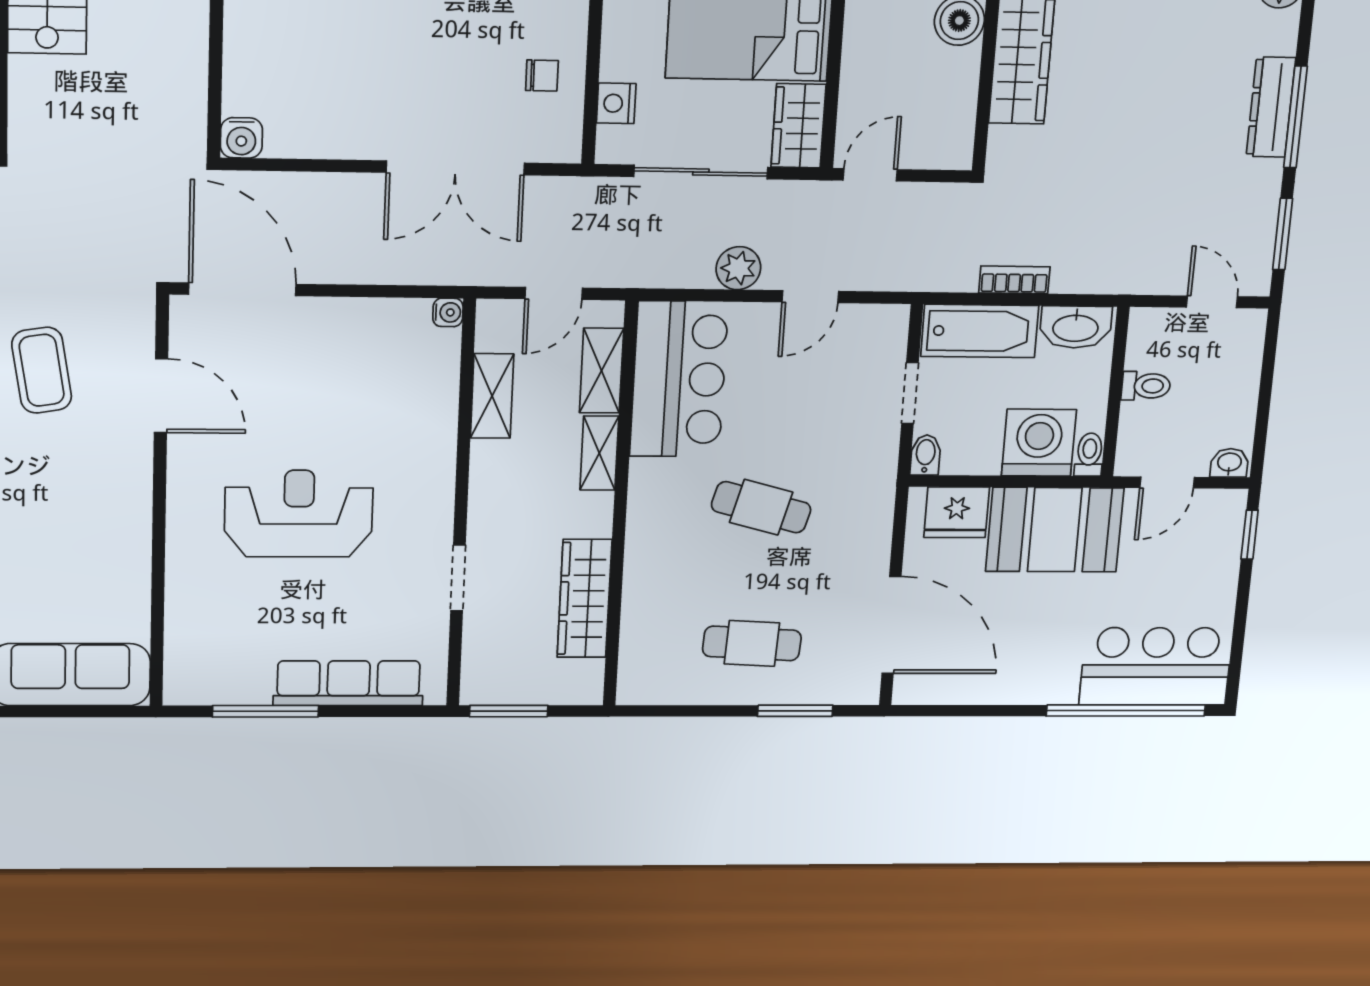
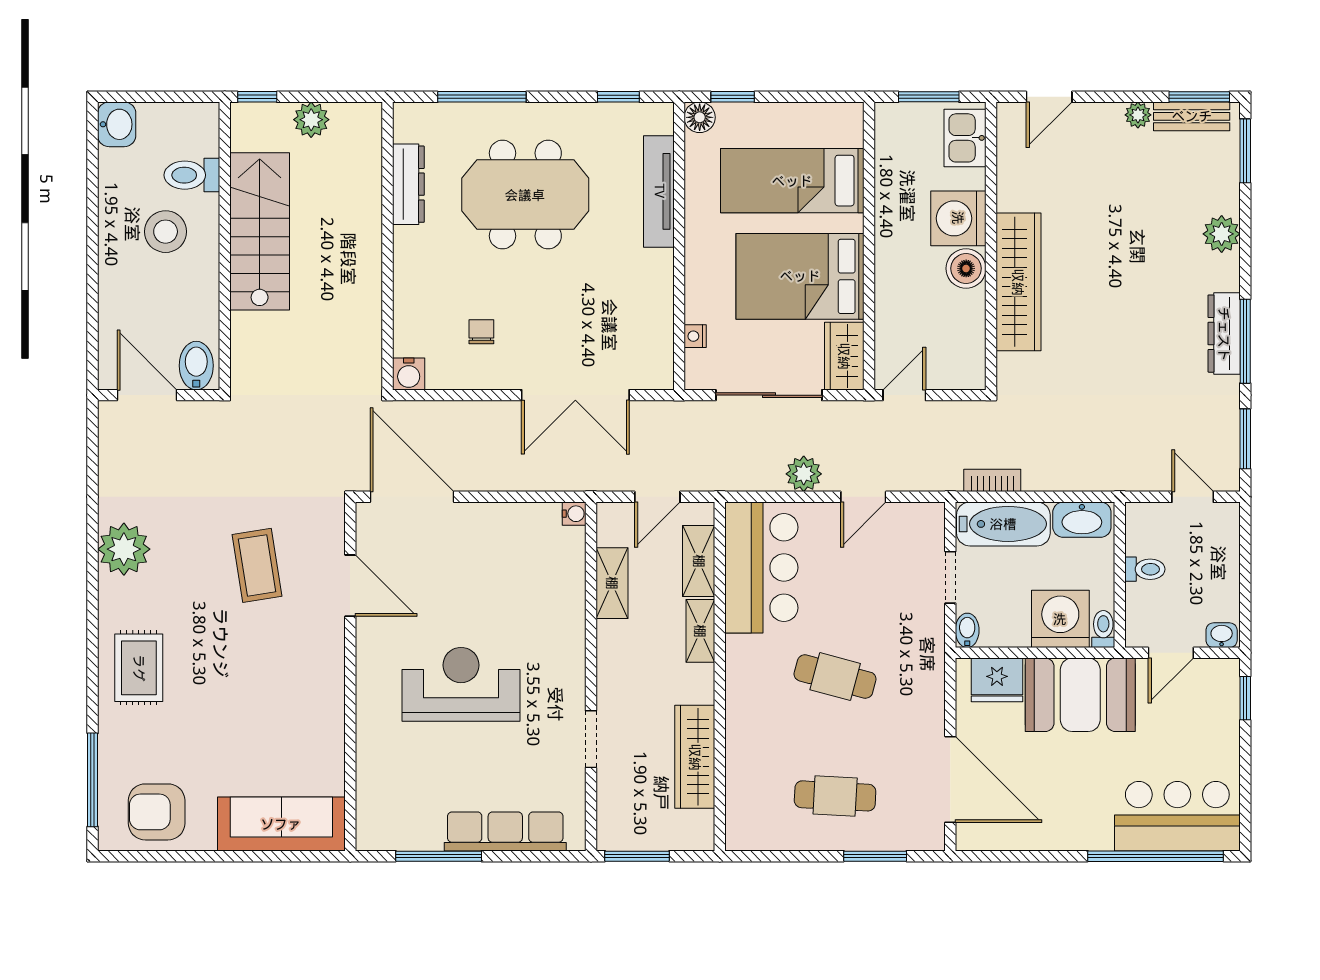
chair: (542, 75) -> (481, 332), moved, turned -90
nightstand: (616, 103) -> (695, 336), width x0.72, depth x0.74
bookcase: (1014, 280) -> (992, 480), moved

